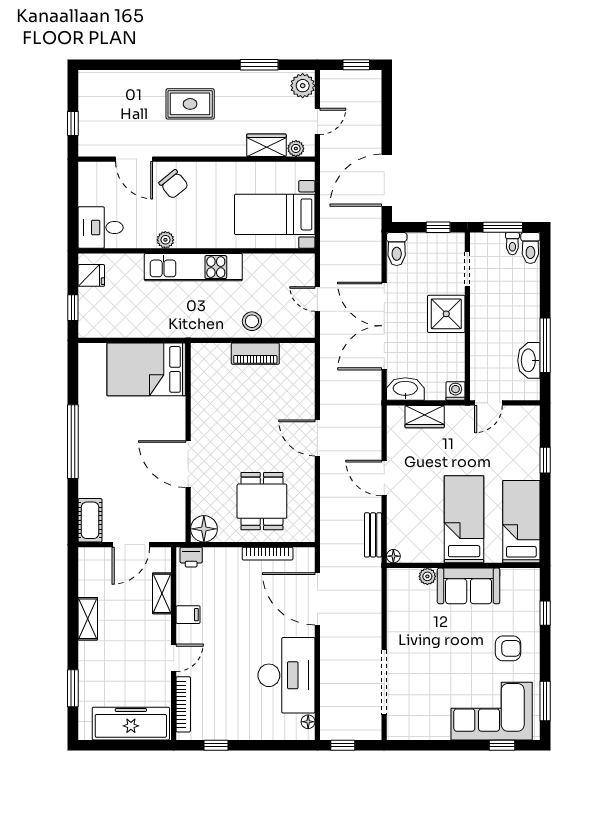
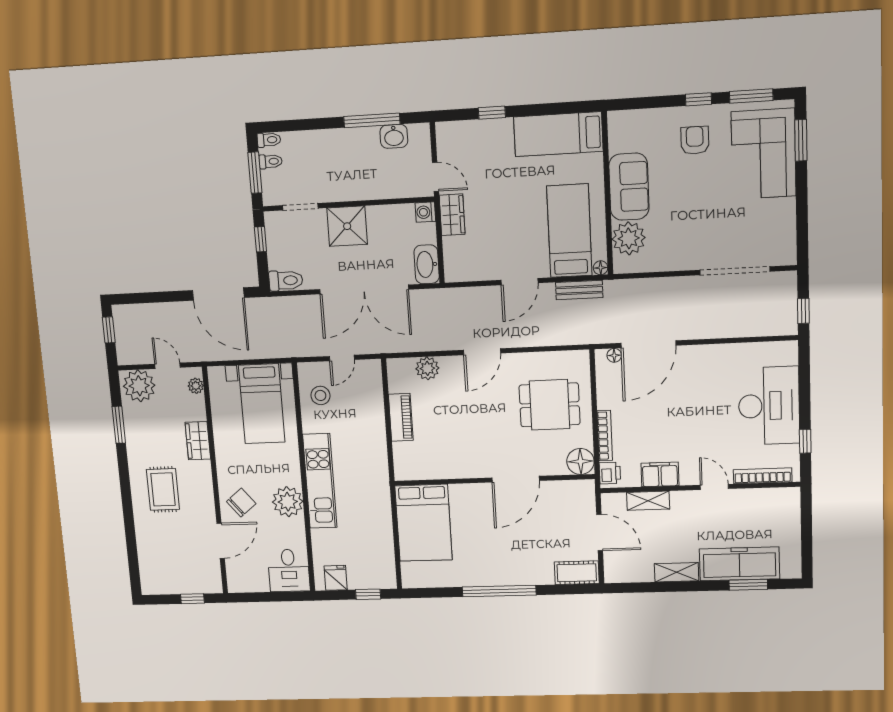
plant: (303, 86) -> (139, 386), width x1.36, depth x1.36
wardrobe: (266, 145) -> (198, 441), moved
plant: (165, 240) -> (288, 502), width x1.87, depth x1.87
toilet: (530, 248) -> (269, 140), width x0.73, depth x0.72
stool: (252, 321) -> (320, 395), moved
washbasin: (529, 360) -> (394, 136), width x0.72
plant: (303, 383) -> (427, 368), added
wardrobe: (425, 417) -> (452, 215), moved
bed: (464, 519) -> (569, 231), moved, turned 90
bookcase: (268, 554) -> (605, 436), moved
plant: (427, 576) -> (629, 238), width x1.88, depth x1.88
window: (545, 613) -> (698, 99), moved
filing cabinet: (188, 615) -> (660, 474), width x2.00
desk: (286, 675) -> (769, 406), moved, turned 90
floor lamp: (308, 722) -> (614, 355), moved
freezer: (131, 724) -> (739, 564), moved, turned 90
window: (502, 745) -> (801, 140), width x1.50

